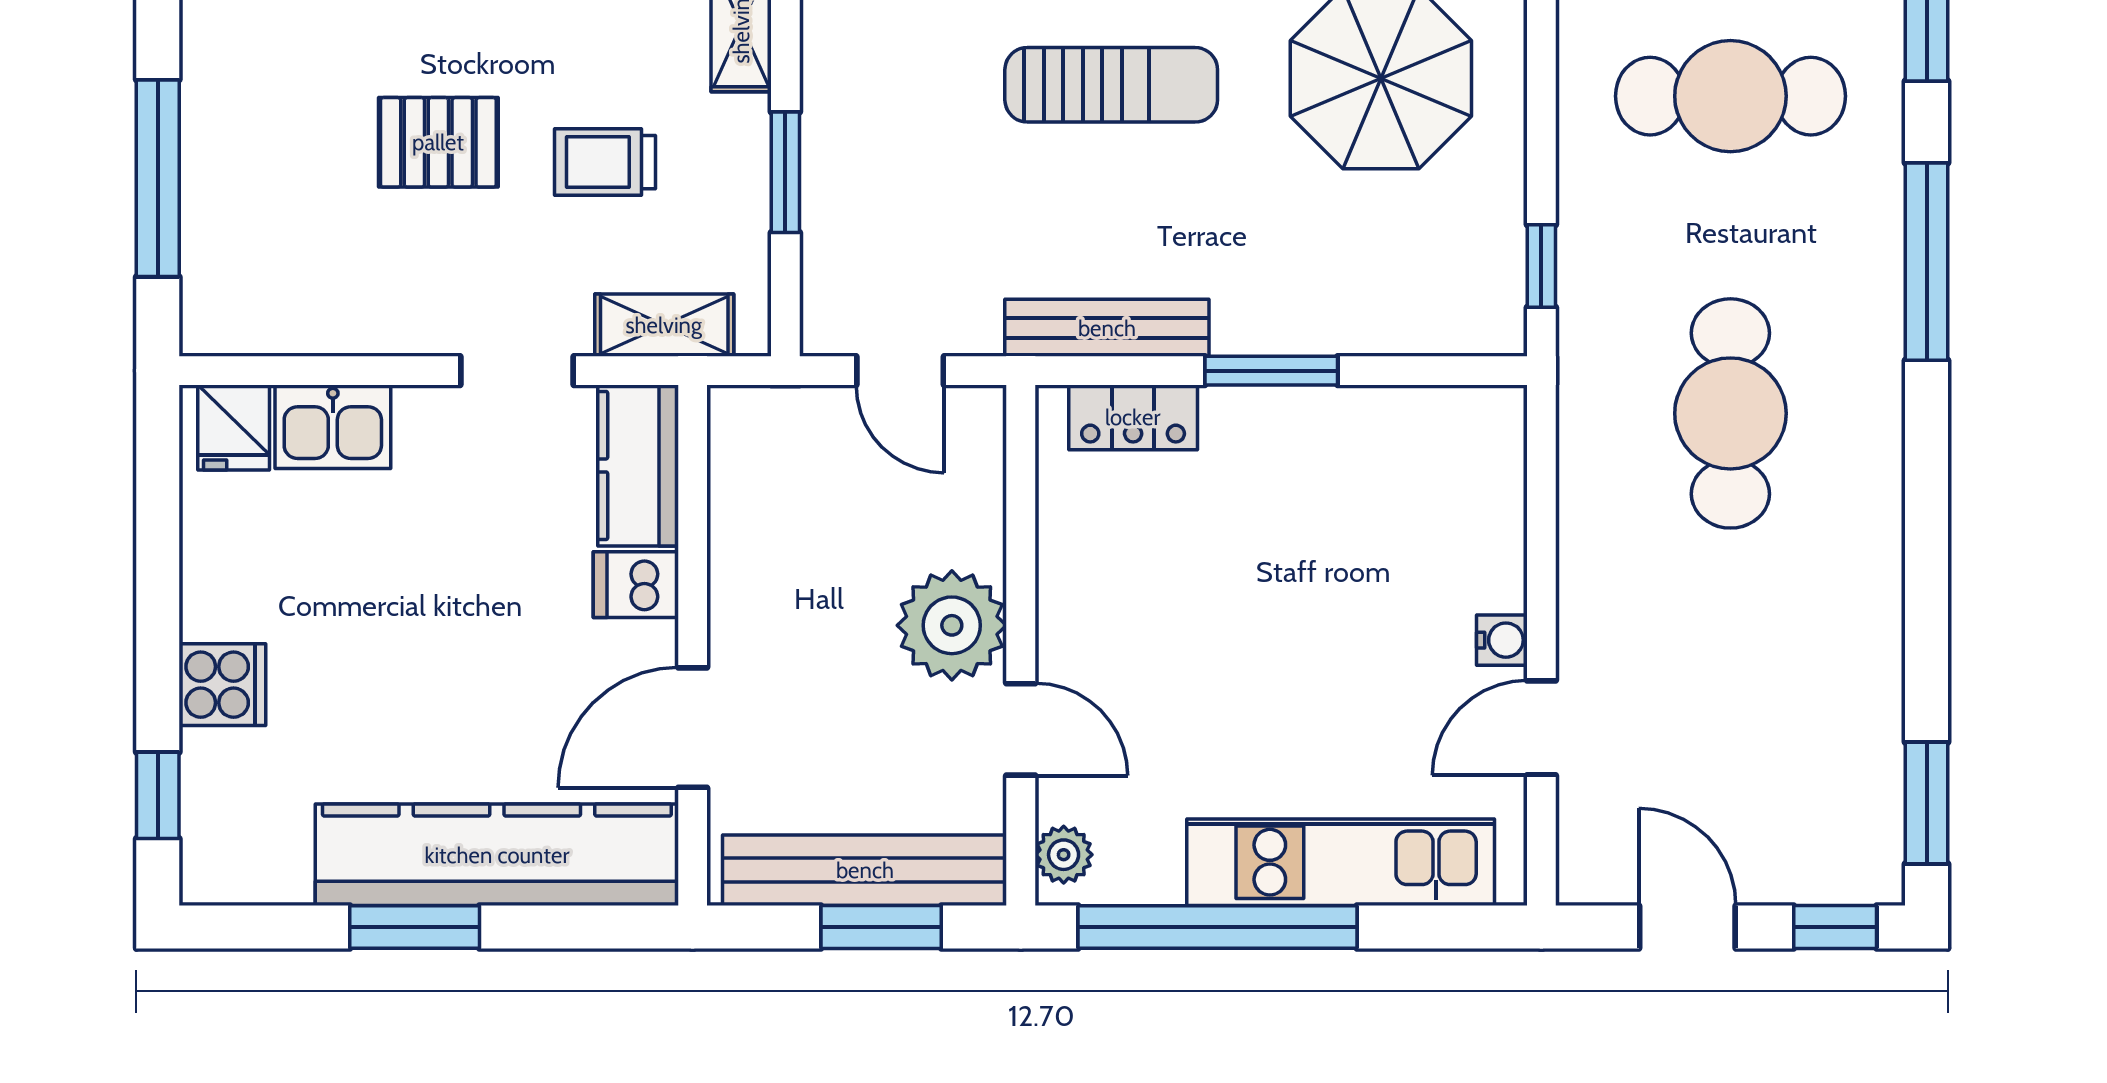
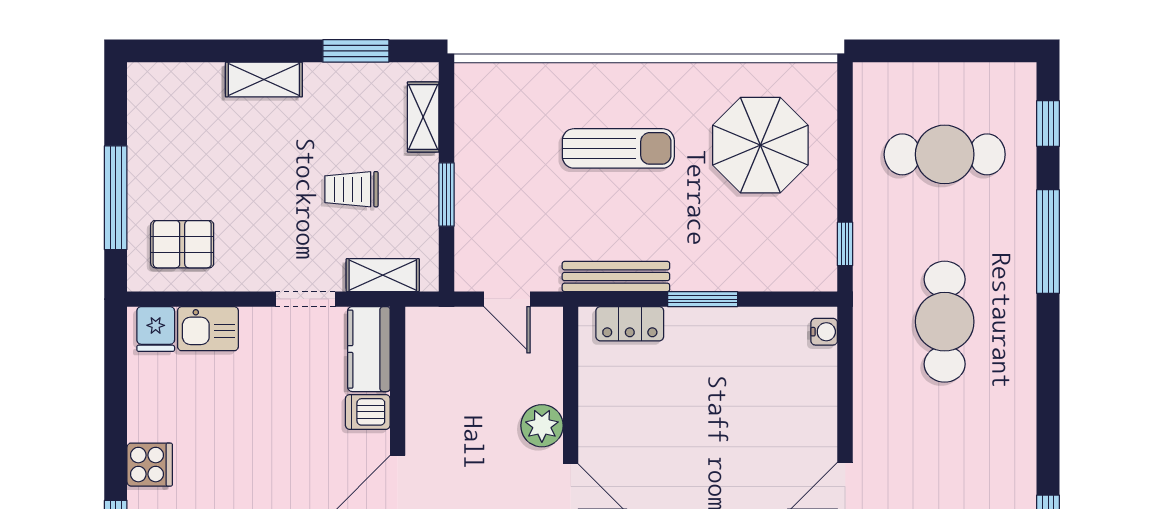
pallet: (438, 142) -> (182, 244), moved
plant: (952, 625) -> (542, 426), width x0.73, depth x0.73
water cooler: (1502, 640) -> (824, 332), moved

